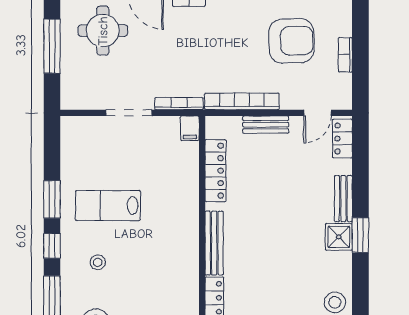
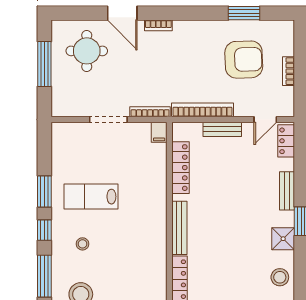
shower: (339, 237) -> (283, 239), moved

